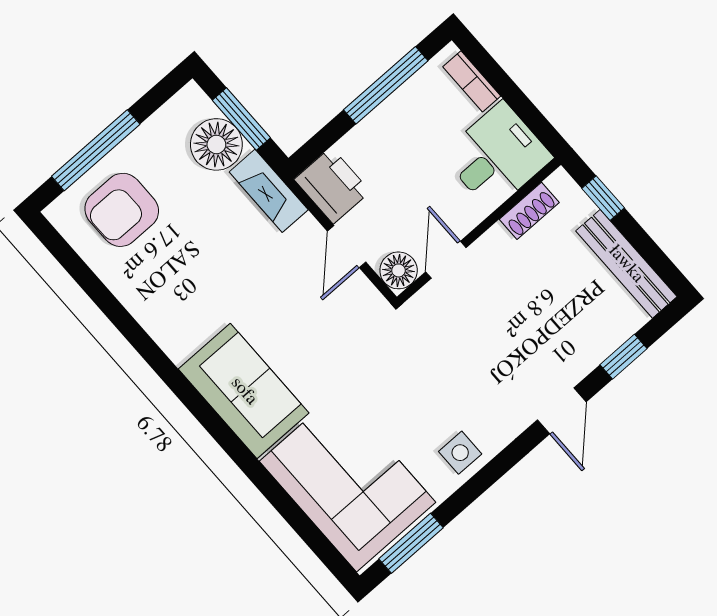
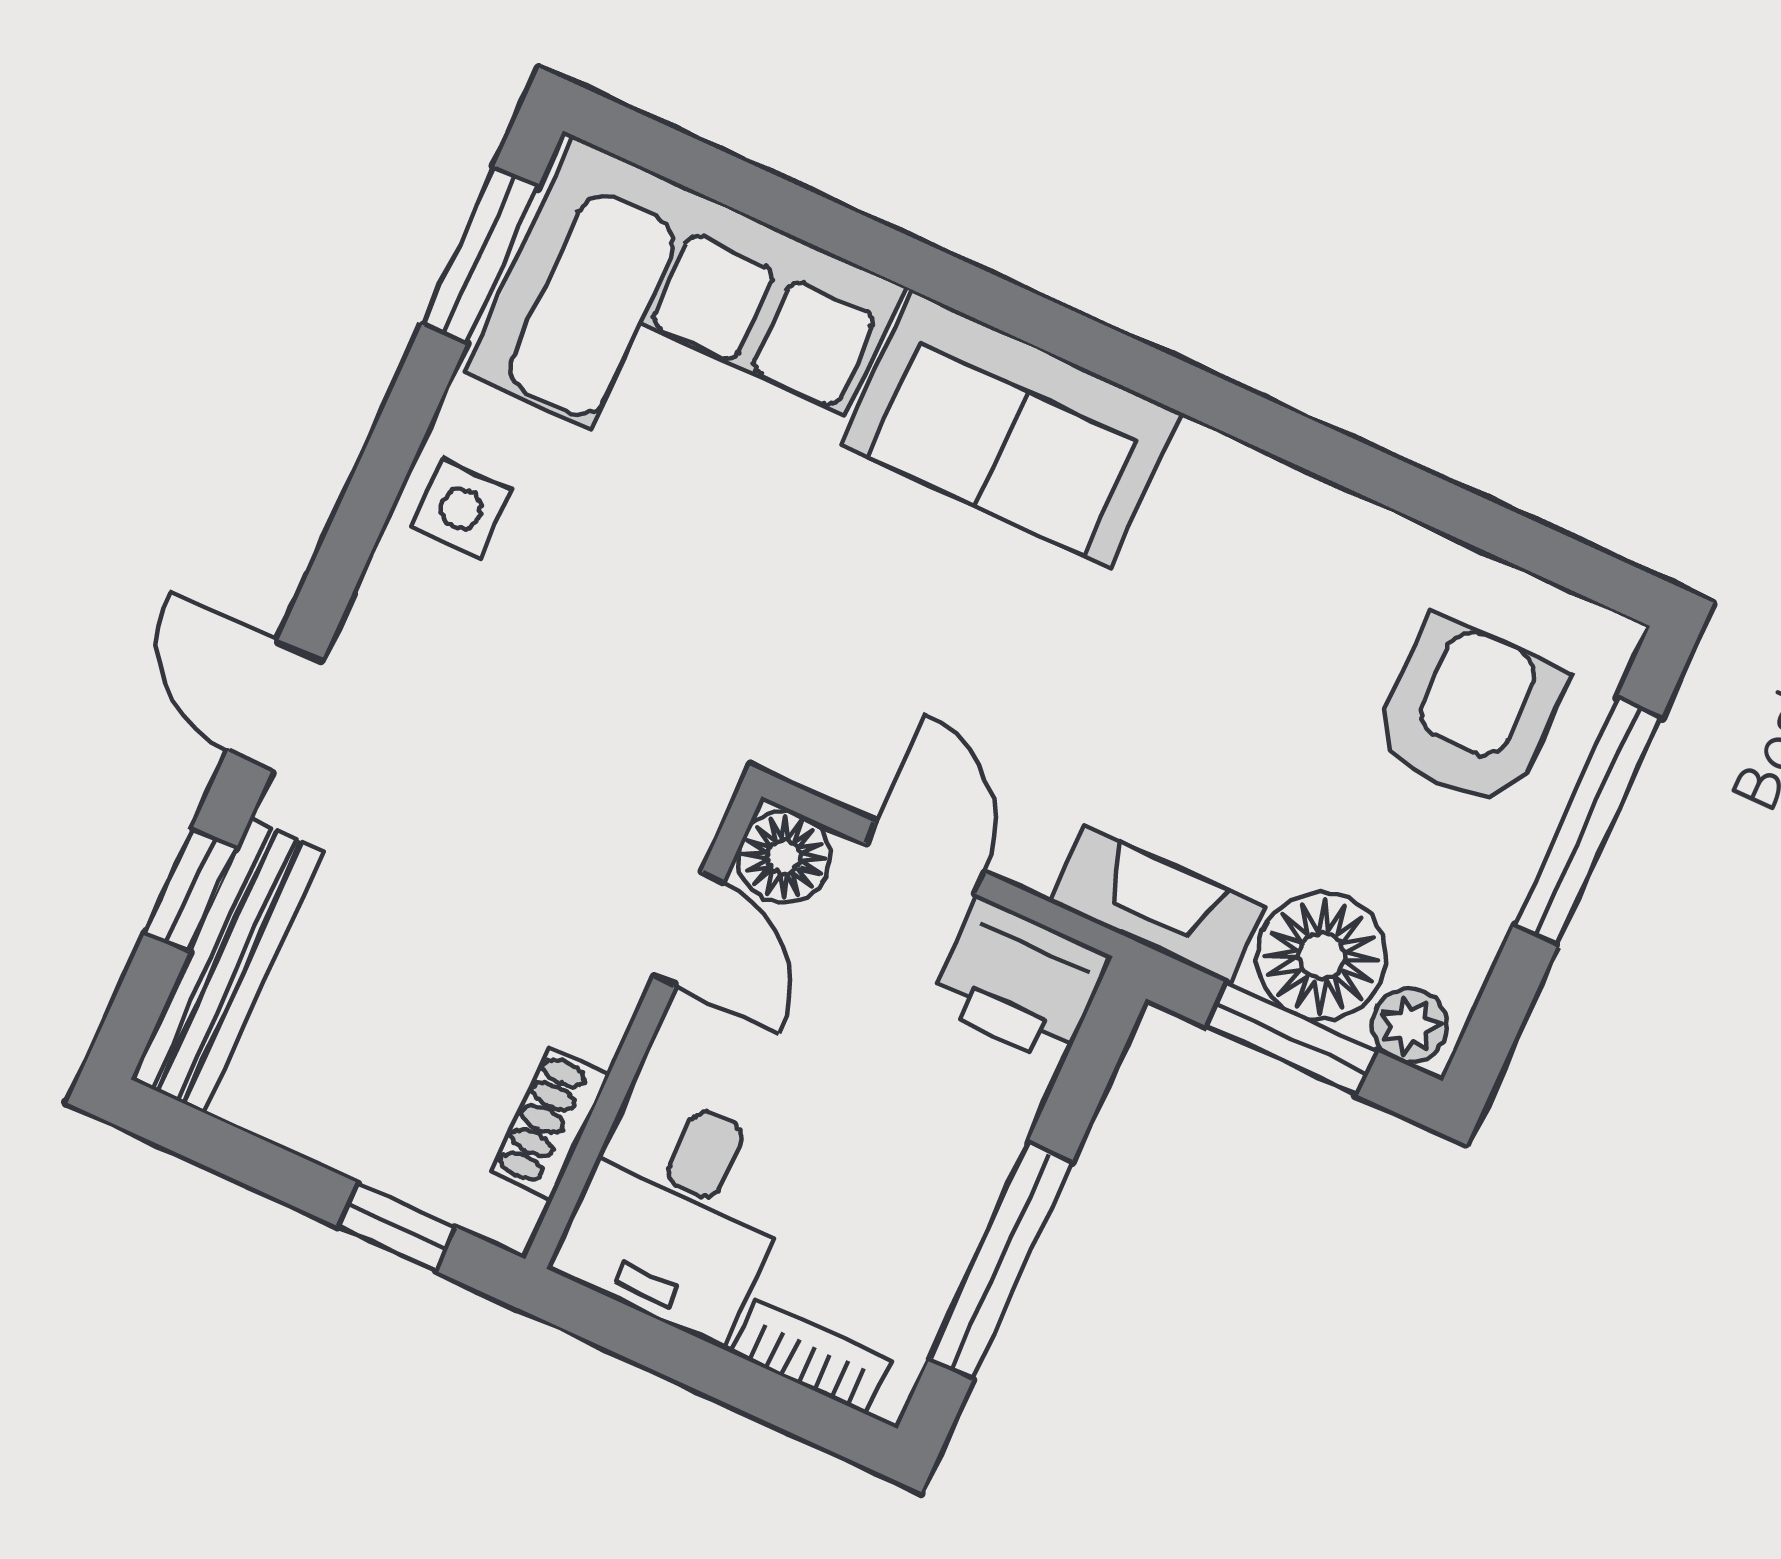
plant: (195, 104) -> (1410, 1025), added
bench: (626, 264) -> (227, 965), moved, turned 90

